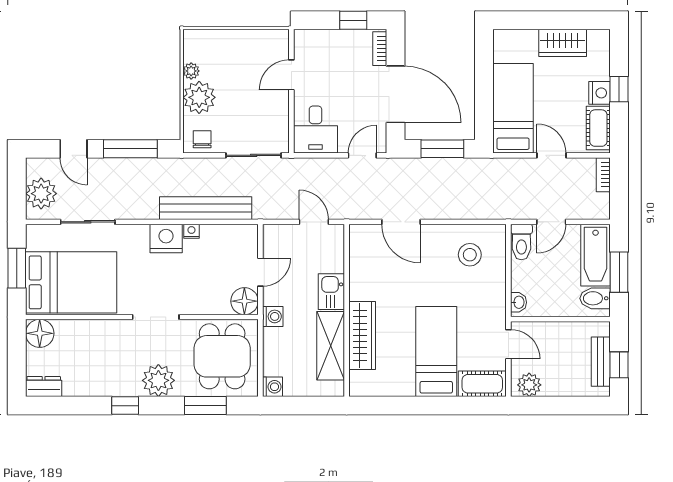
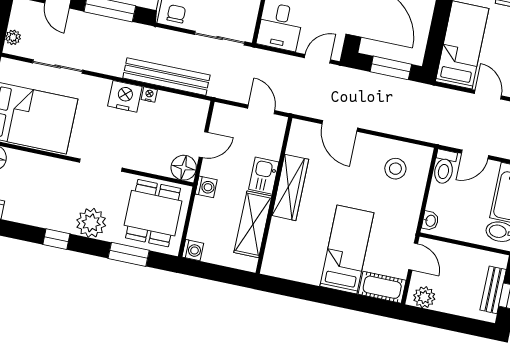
plant: (41, 194) -> (13, 37), width x0.53, depth x0.53
wardrobe: (362, 335) -> (290, 187), moved

